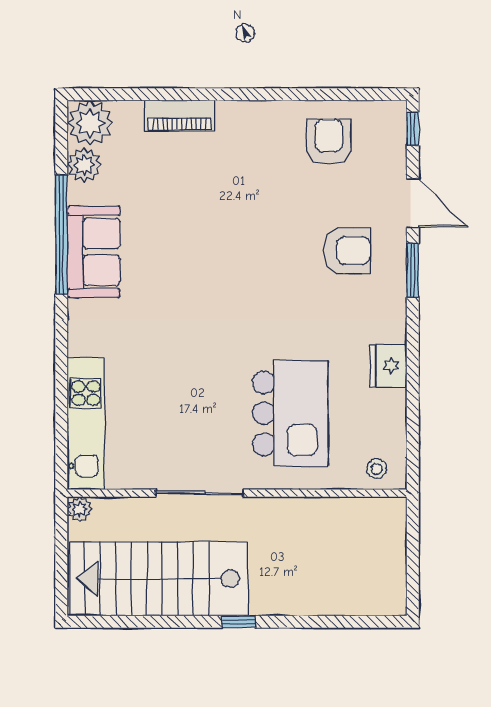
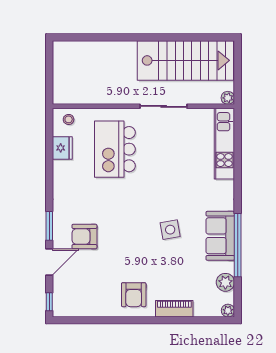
plant: (90, 123) -> (228, 311), width x0.53, depth x0.53
armchair: (329, 142) -> (134, 295), moved
door: (413, 203) -> (49, 262), swing flipped
side table: (187, 263) -> (170, 230), added
fridge: (388, 366) -> (62, 148), moved
window: (238, 622) -> (143, 37), removed

